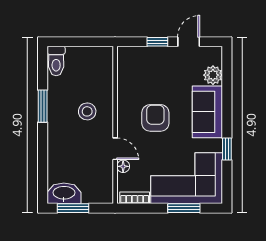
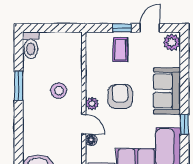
coffee table: (156, 66) -> (120, 50), added
plant: (213, 75) -> (172, 42), moved
plant: (124, 126) -> (92, 104), added

